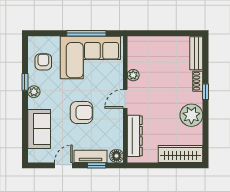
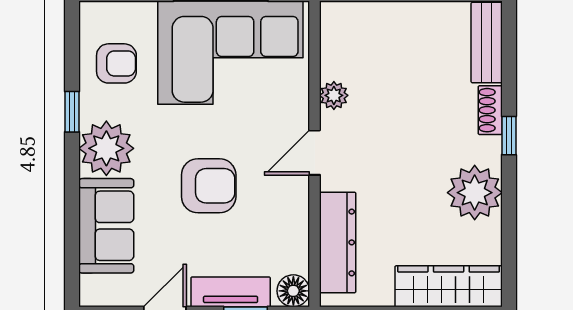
armchair: (43, 62) -> (116, 63), turned 90
plant: (34, 92) -> (106, 148), width x1.88, depth x1.88

